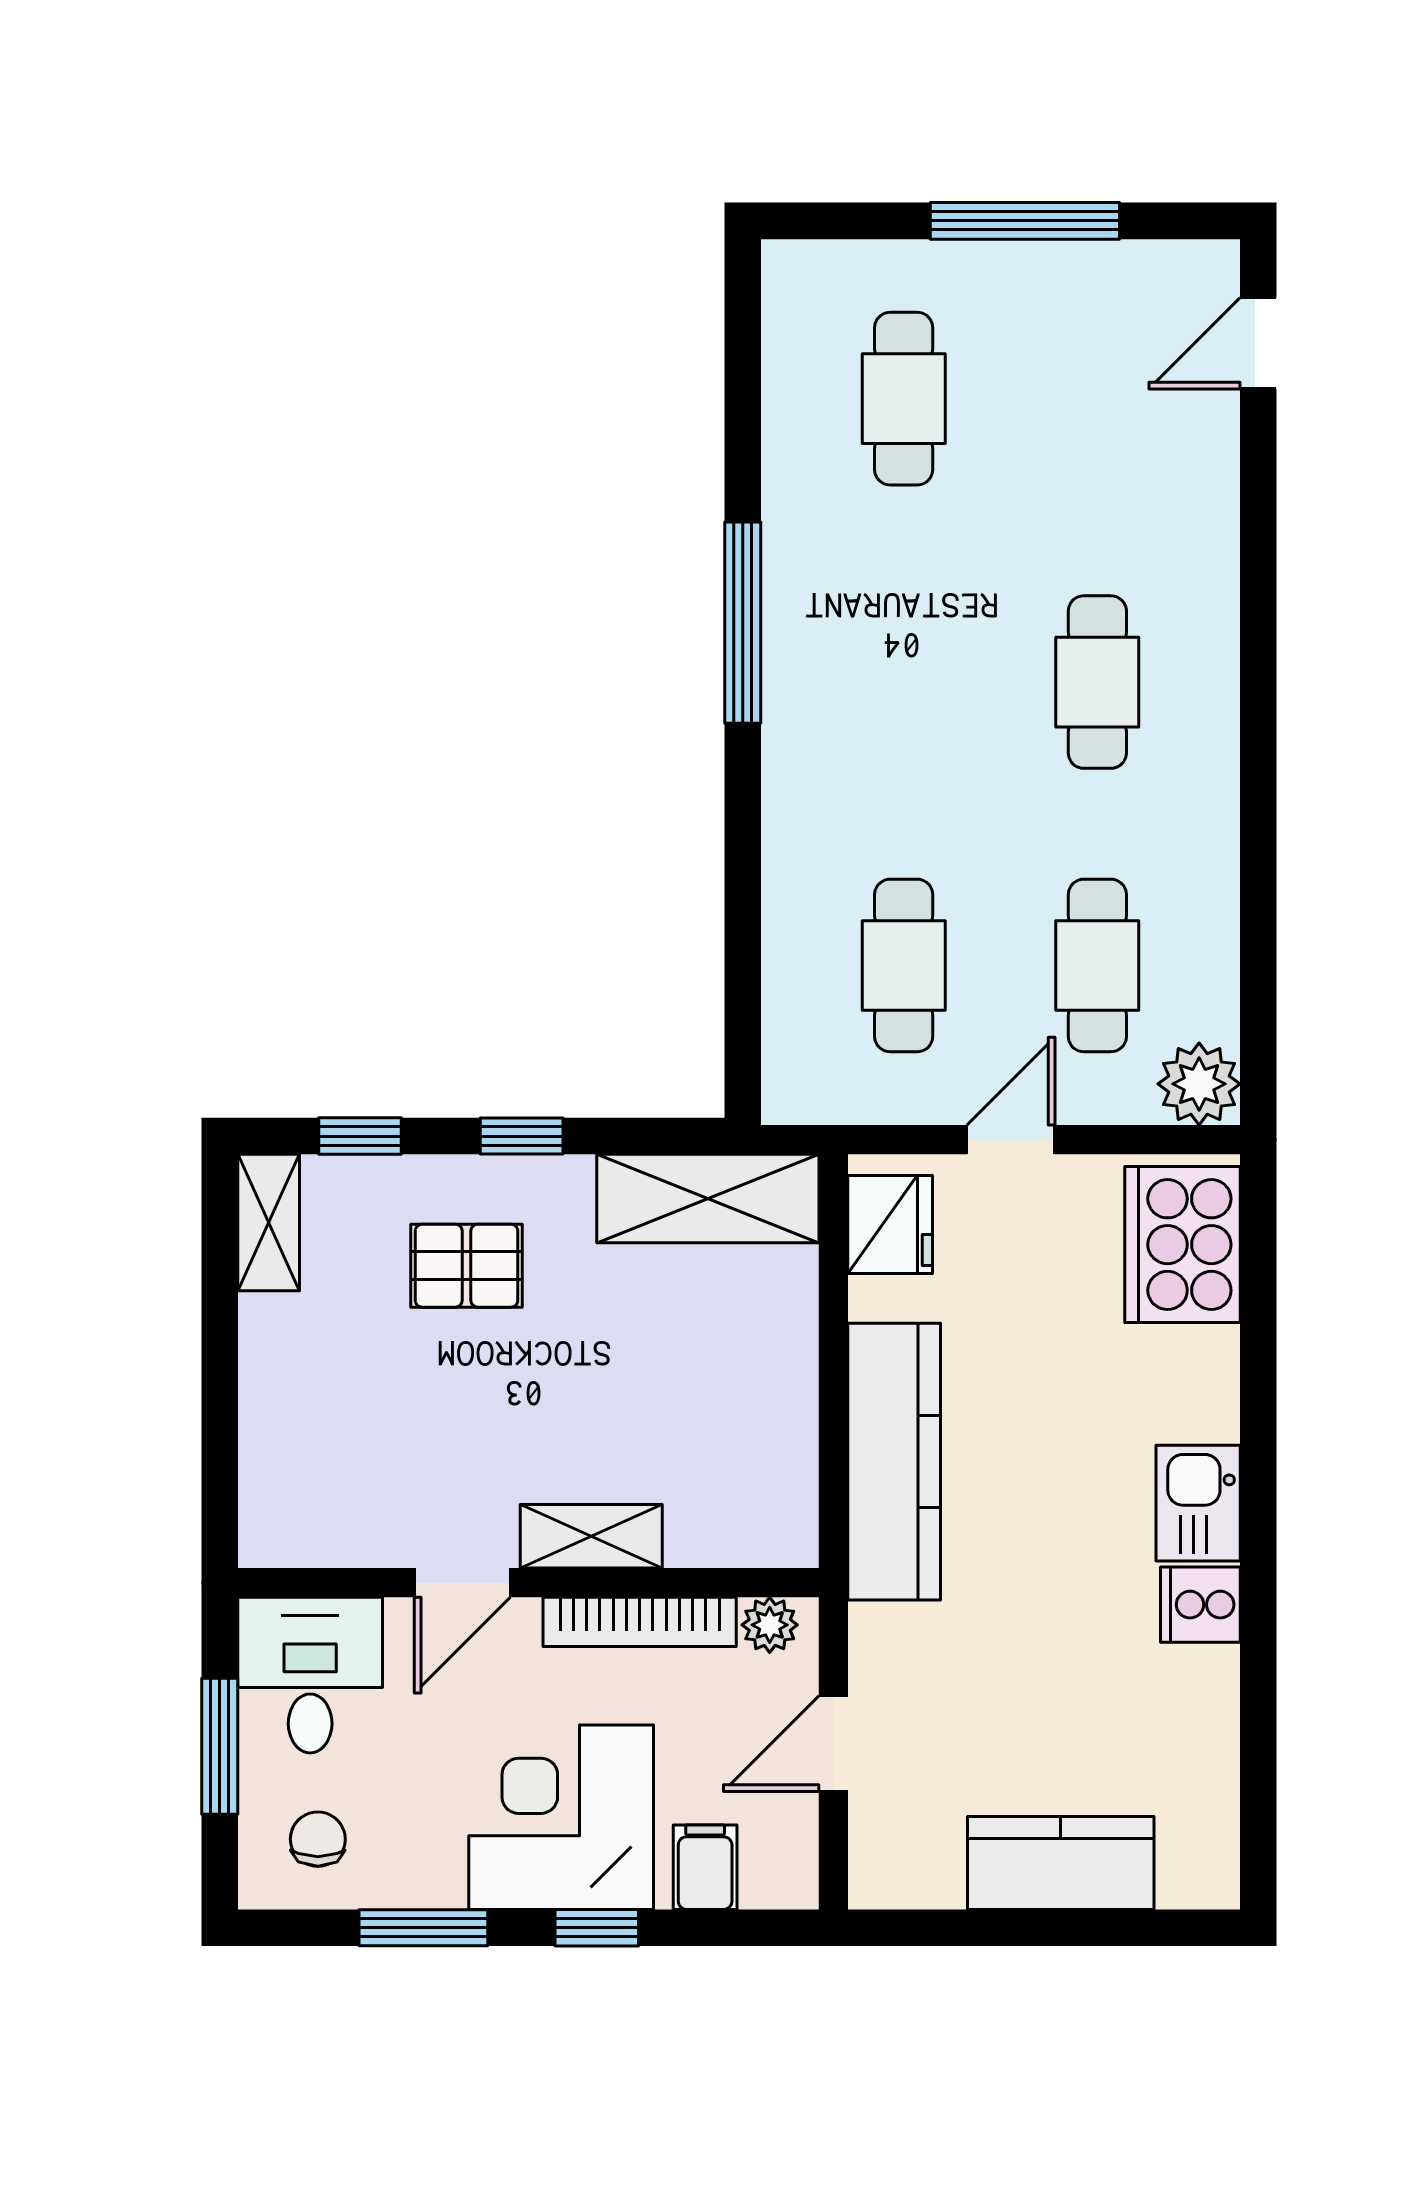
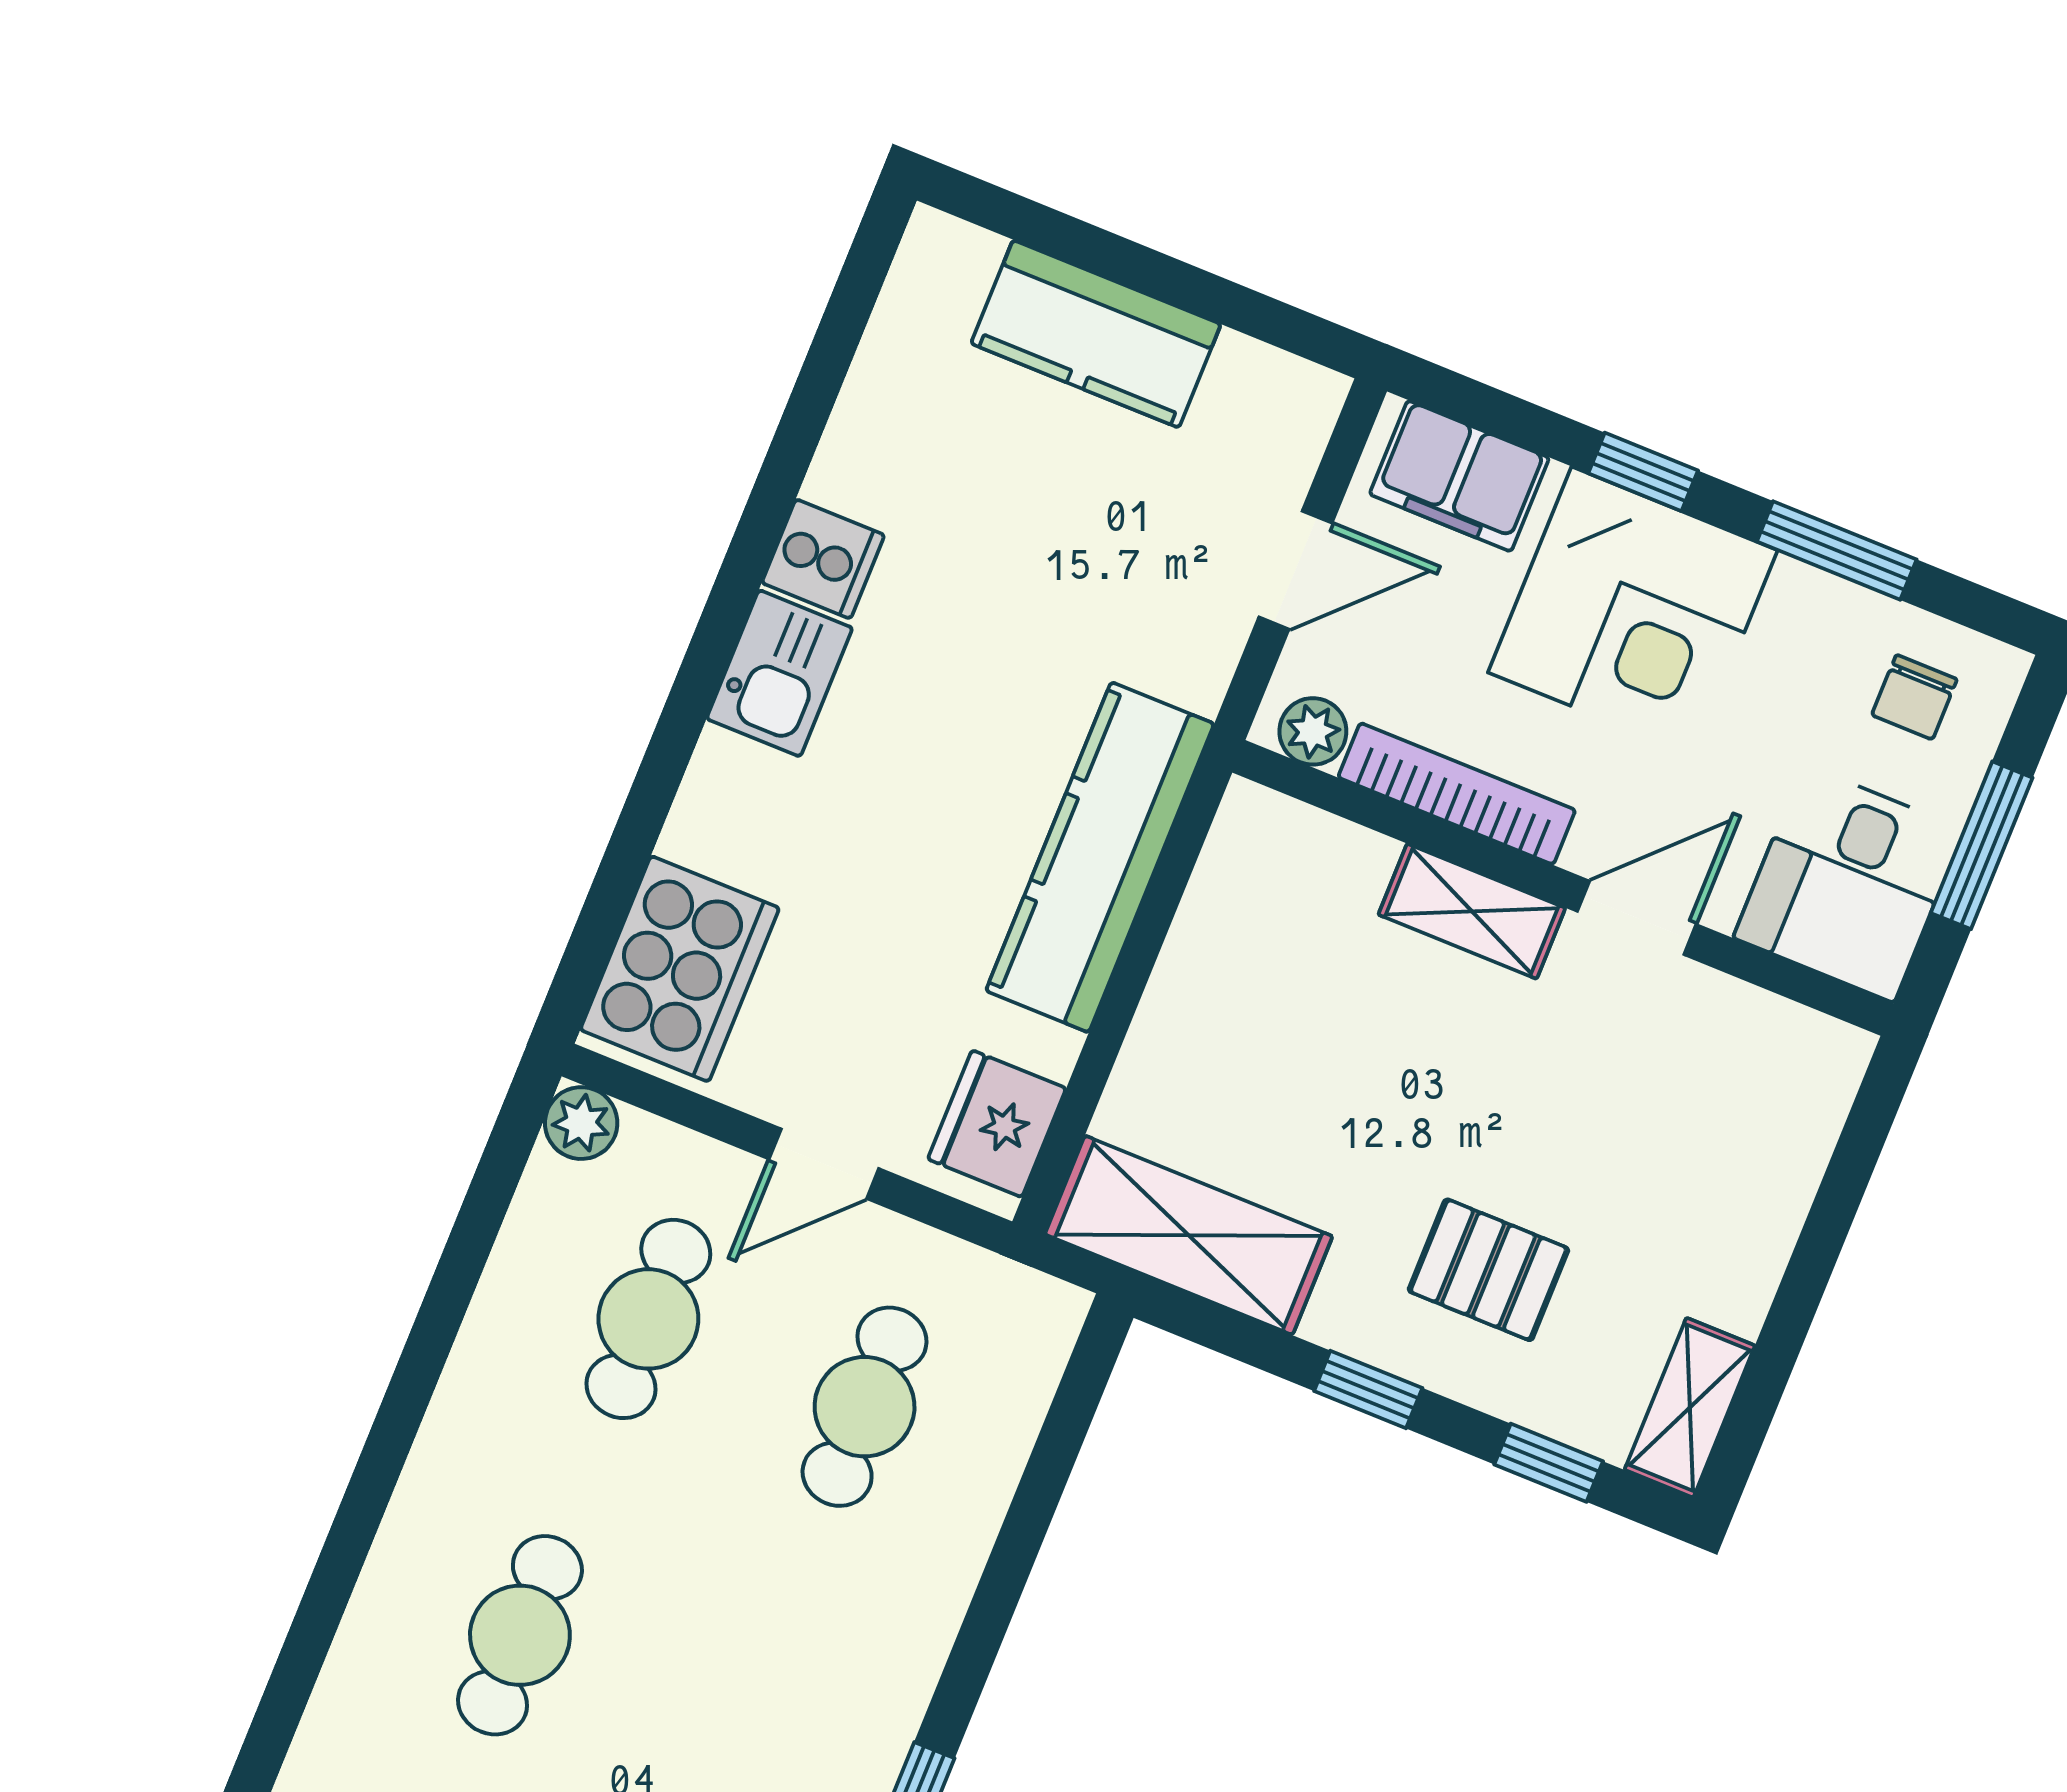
plant: (1199, 1084) -> (581, 1123), width x0.73, depth x0.73
filing cabinet: (705, 1867) -> (1459, 476), width x2.00

